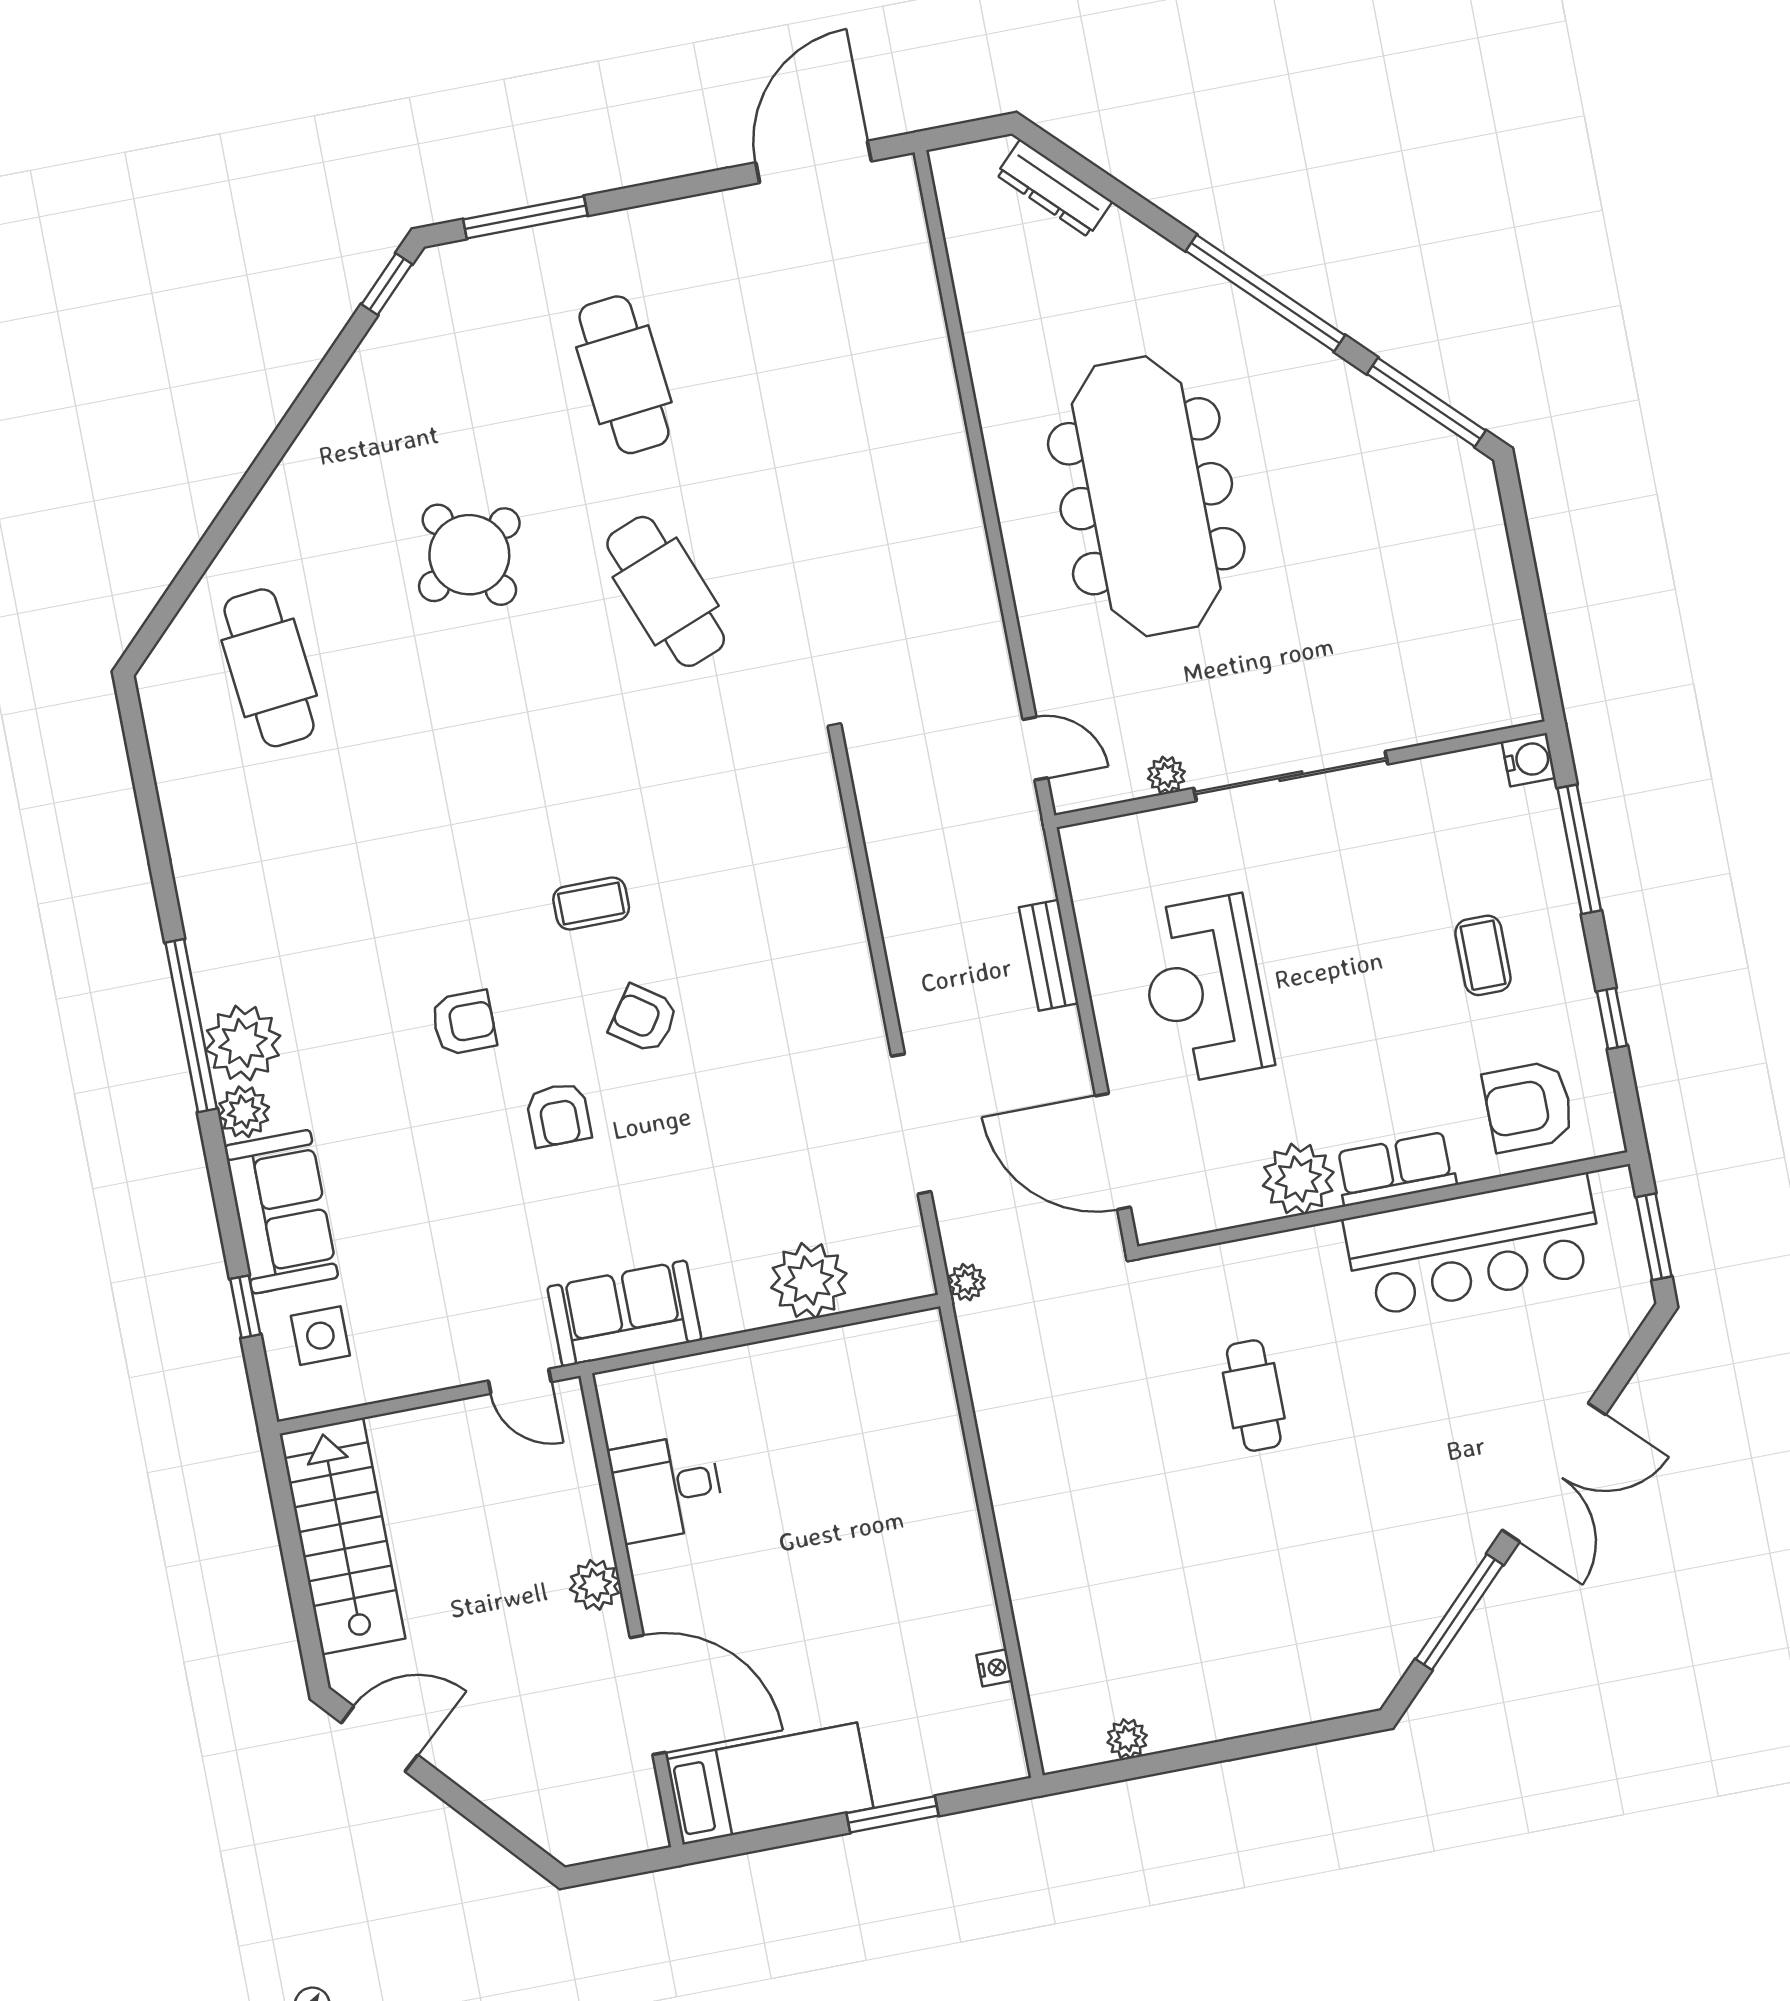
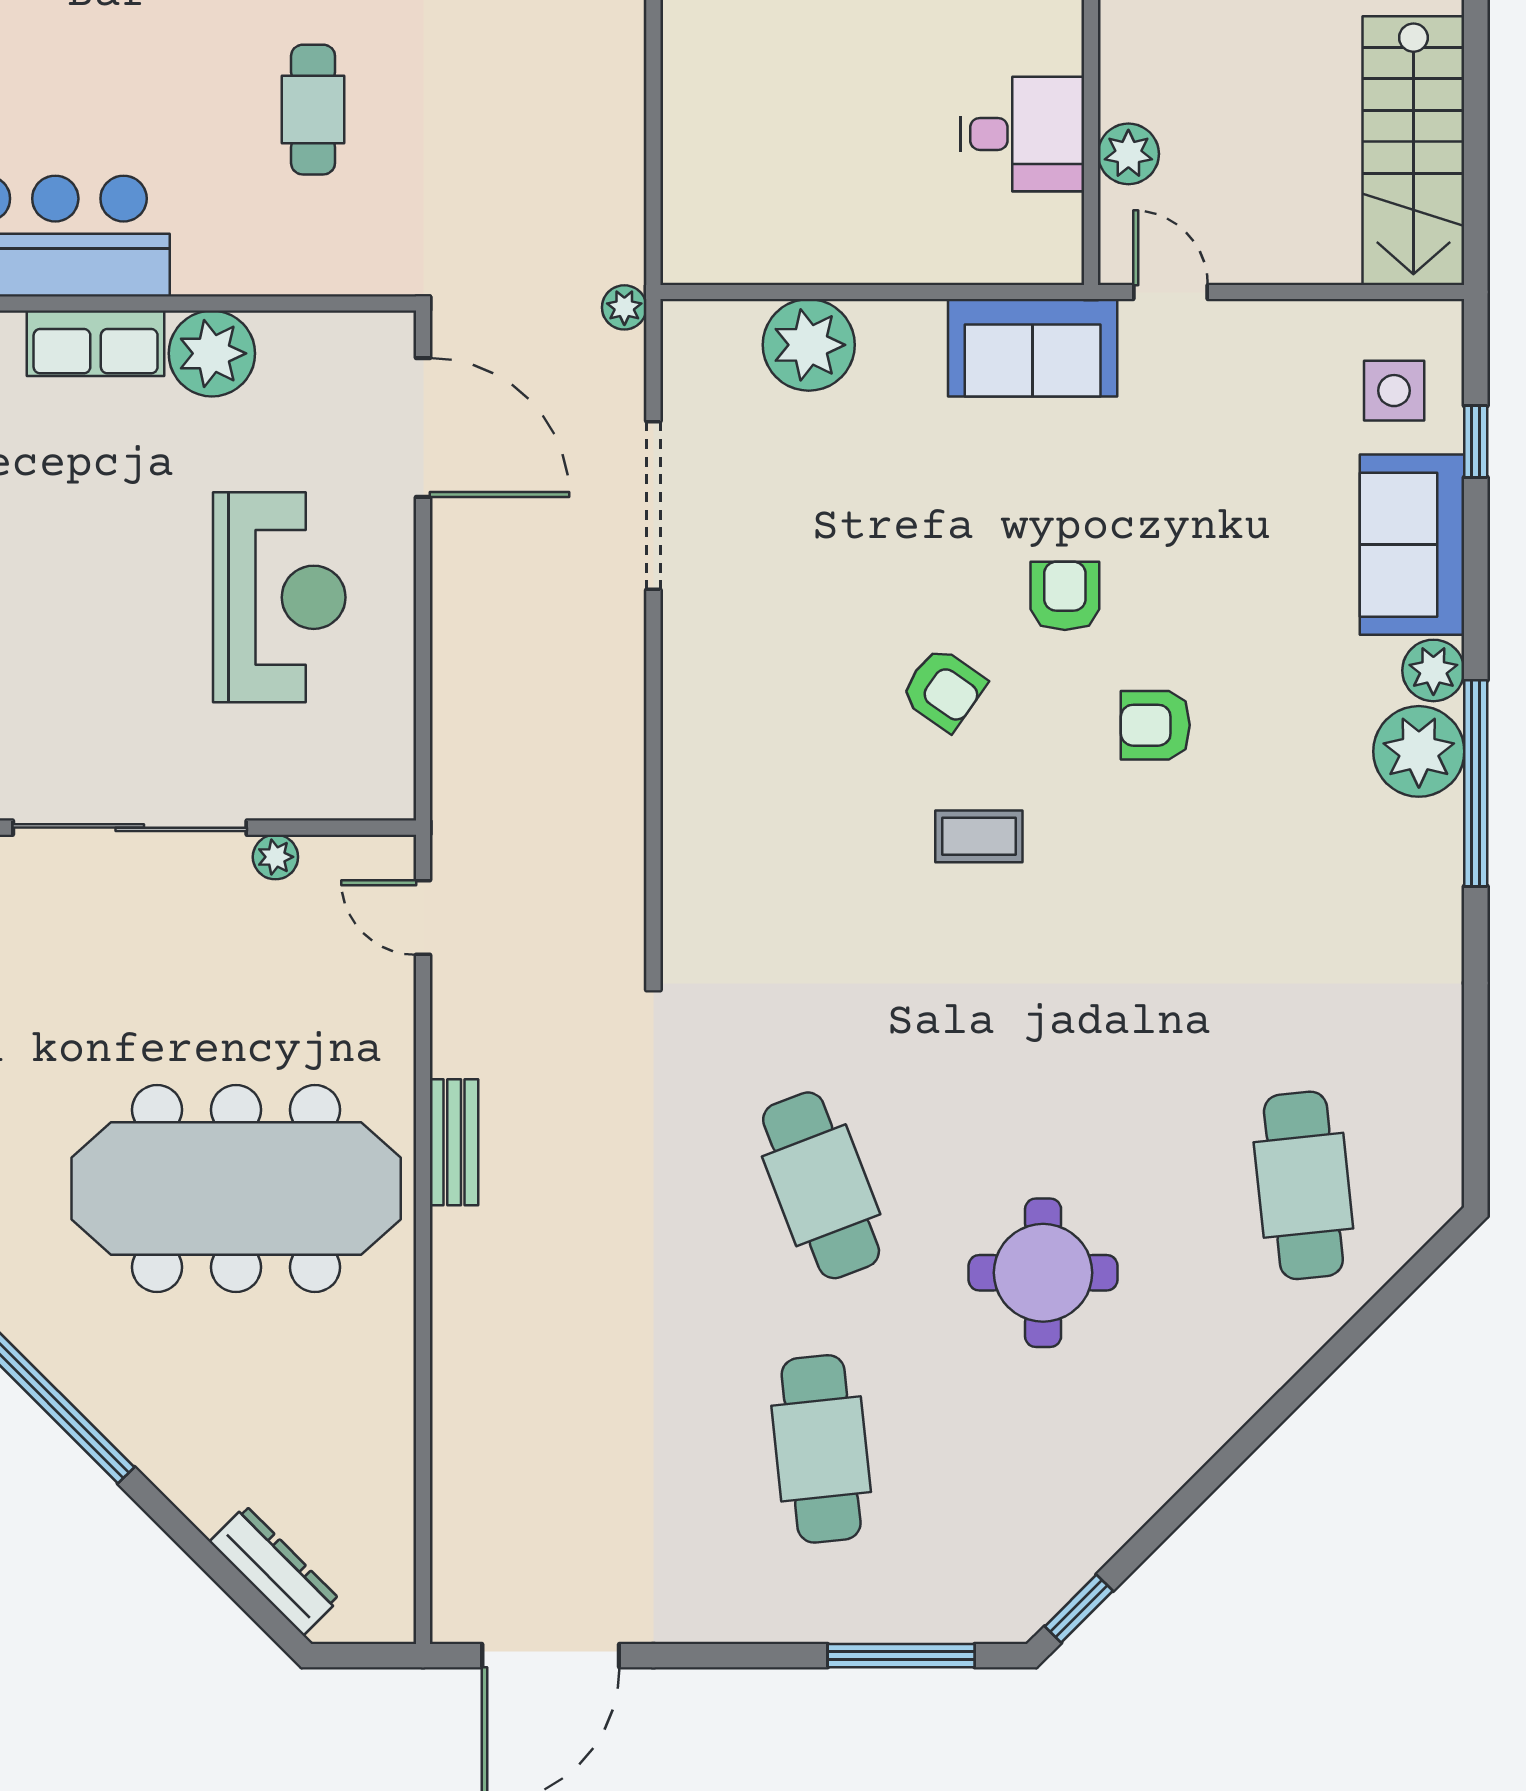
meeting table: (1146, 496) -> (236, 1188), turned 90
round table: (469, 555) -> (1043, 1273), turned 31
bench: (1049, 955) -> (454, 1142), moved
plant: (595, 1585) -> (1128, 154), moved

